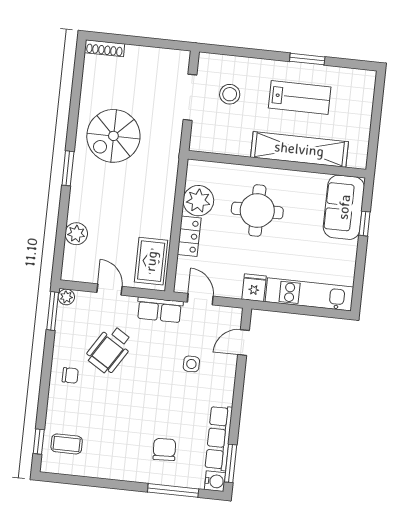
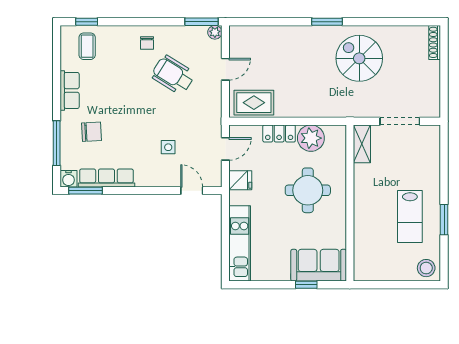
stool: (230, 94) -> (426, 268), moved
shelving: (299, 149) -> (362, 144), moved, width x0.45, depth x0.75
plant: (76, 234) -> (271, 35), removed
fridge: (254, 288) -> (240, 180), moved
row of seats: (160, 310) -> (70, 90), moved, turned 180

